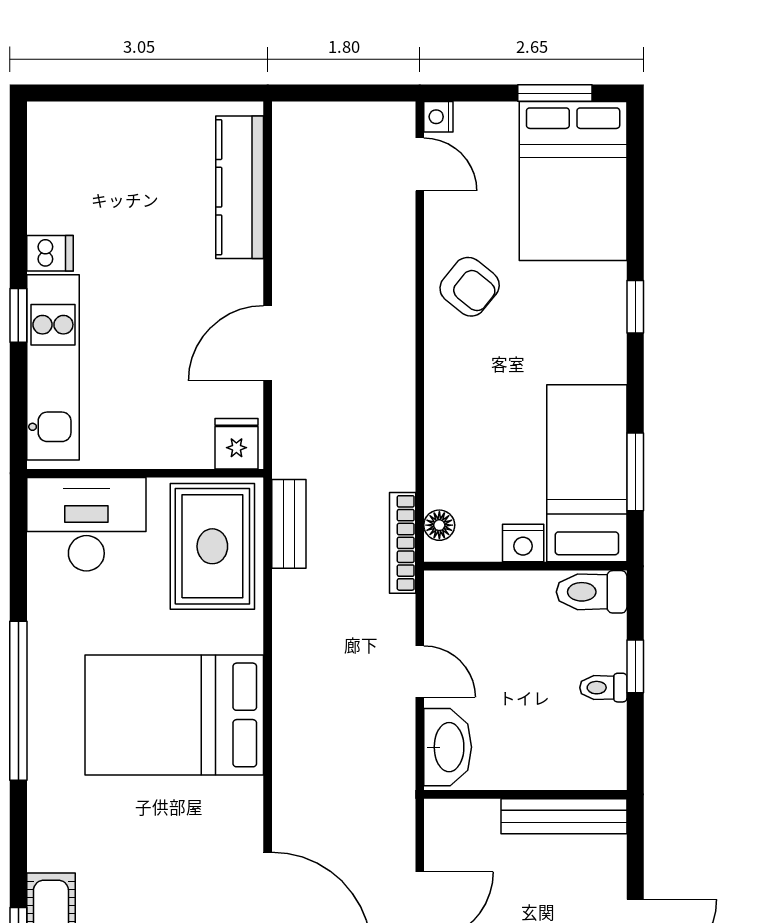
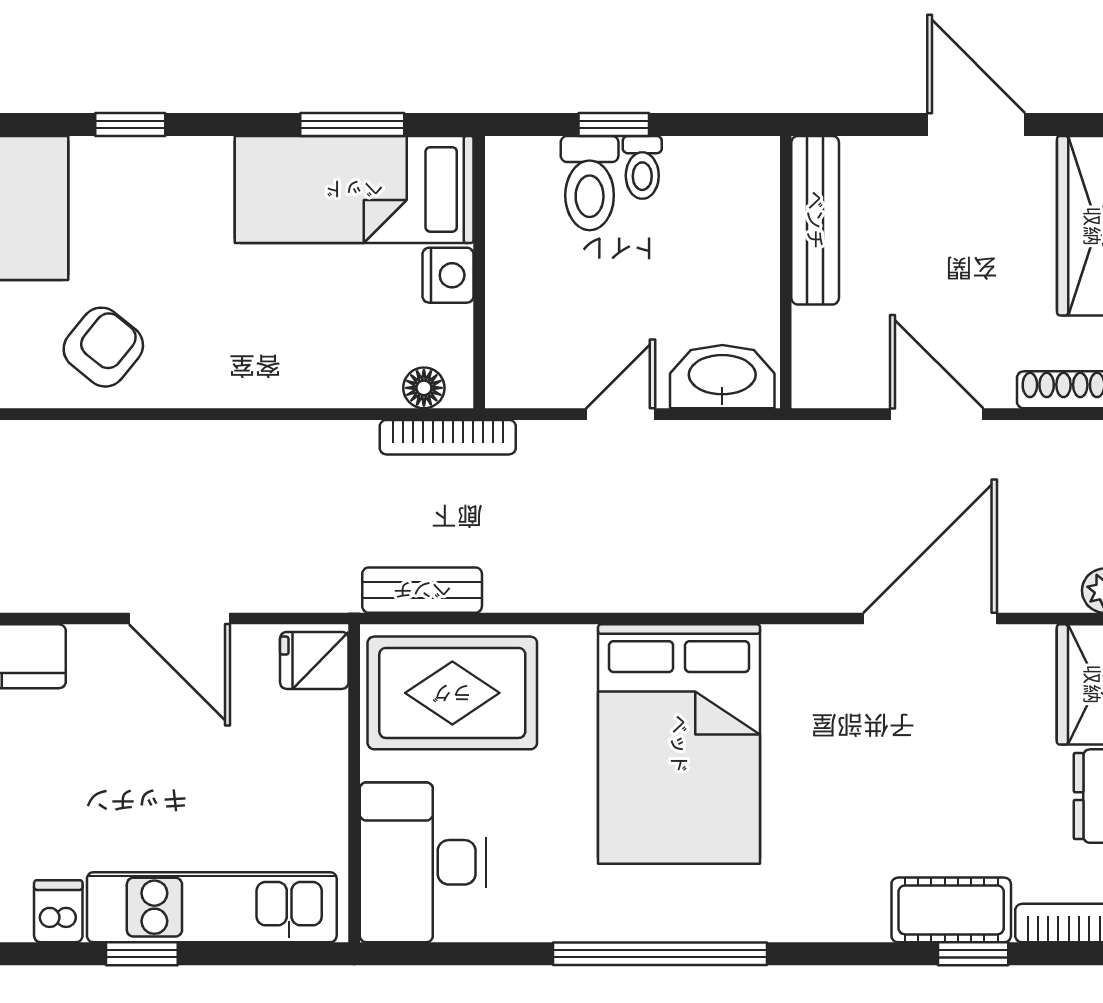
toilet: (592, 592) -> (590, 183), moved

